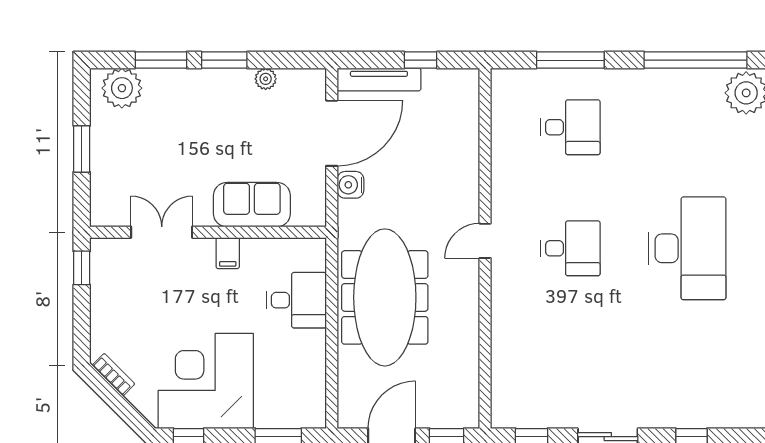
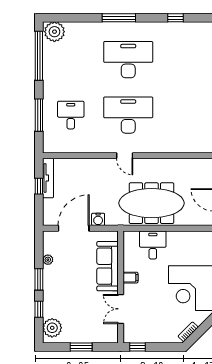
window: (161, 60) -> (39, 309), width x0.67
tv unit: (379, 79) -> (48, 178), moved
door: (332, 133) -> (74, 228), hinge flipped
sofa: (252, 205) -> (107, 266), width x1.36
desk: (570, 248) -> (128, 115), width x1.87, depth x1.30

